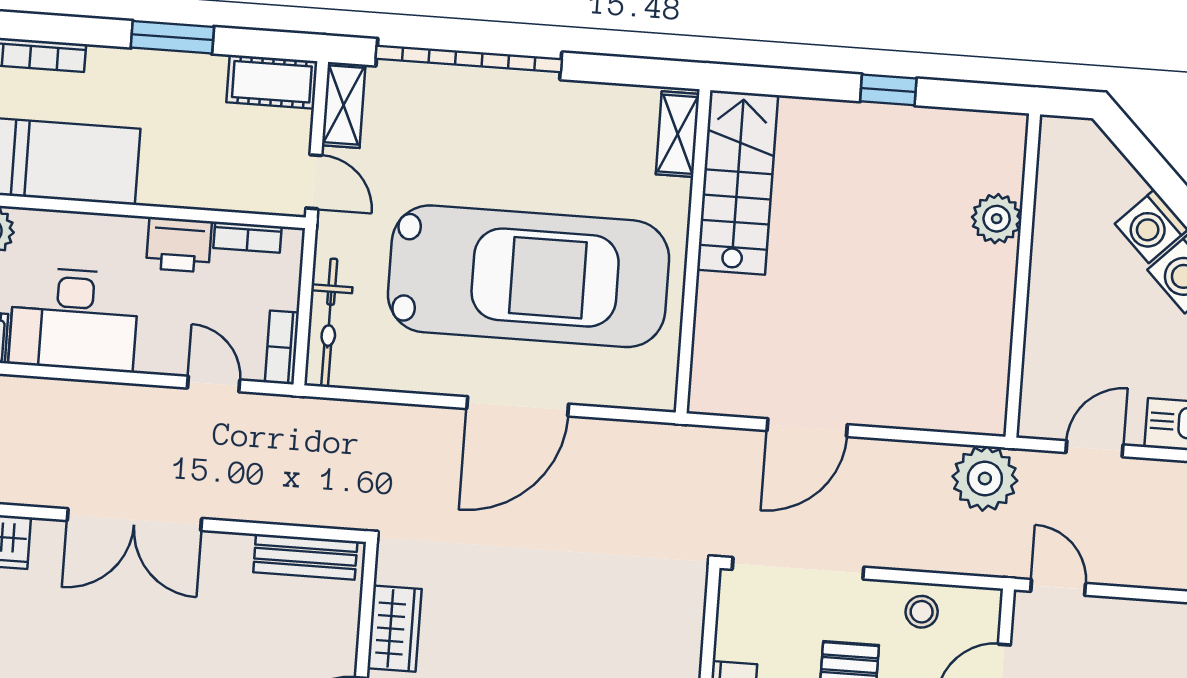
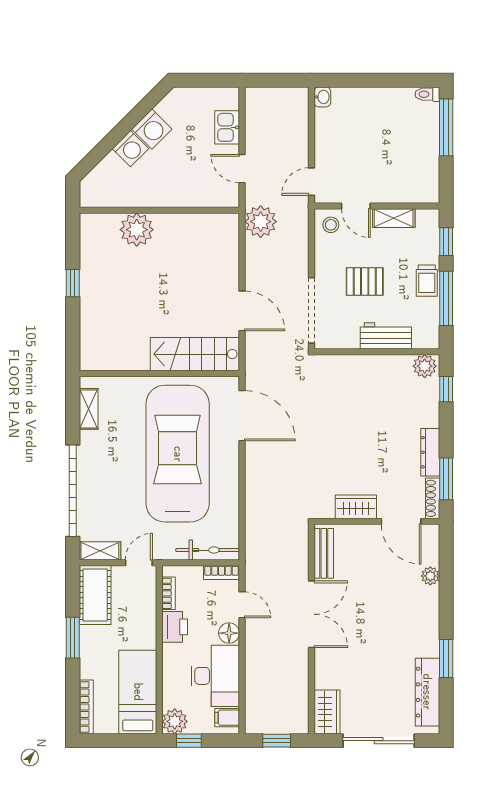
cot: (272, 82) -> (95, 595), width x1.37, depth x1.34
shelving: (678, 134) -> (89, 409), moved, turned 90
stairs: (738, 182) -> (195, 354), moved
plant: (997, 219) -> (137, 230), width x1.36, depth x1.36
floor lamp: (158, 354) -> (229, 633), added
door: (214, 384) -> (242, 605), swing flipped
door: (518, 406) -> (242, 416), moved
double door: (134, 520) -> (312, 614), moved
stool: (922, 612) -> (331, 225), moved

